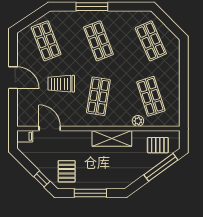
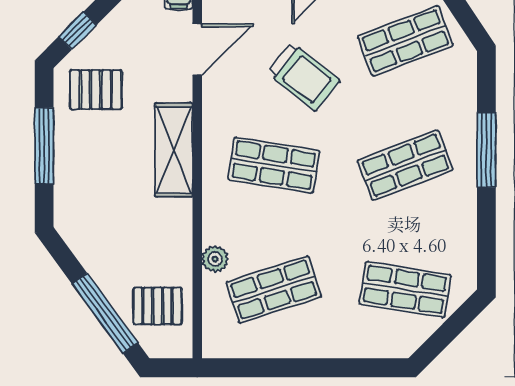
shop shelf: (151, 41) -> (405, 289), turned 33
trolley: (61, 84) -> (304, 77), turned 129
shelving: (112, 138) -> (174, 150), moved
pallet: (158, 145) -> (158, 306), turned 90

